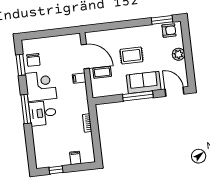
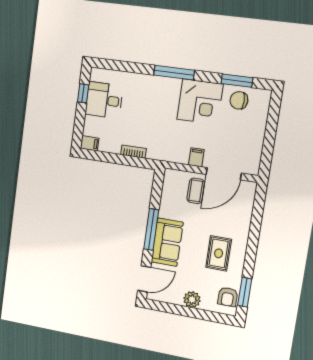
rug: (131, 55) -> (219, 253), moved
desk: (43, 113) -> (104, 100), moved, turned -90
filing cabinet: (75, 158) -> (90, 143), moved

